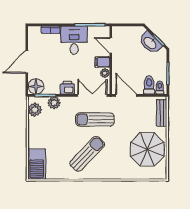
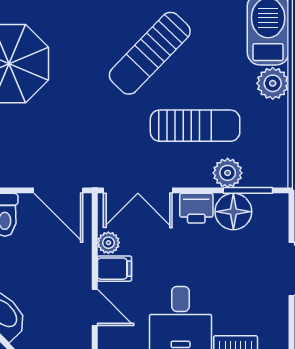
floor lamp: (36, 86) -> (233, 212), moved
plant: (35, 110) -> (273, 83), moved
sun lounger: (95, 119) -> (195, 126), moved

